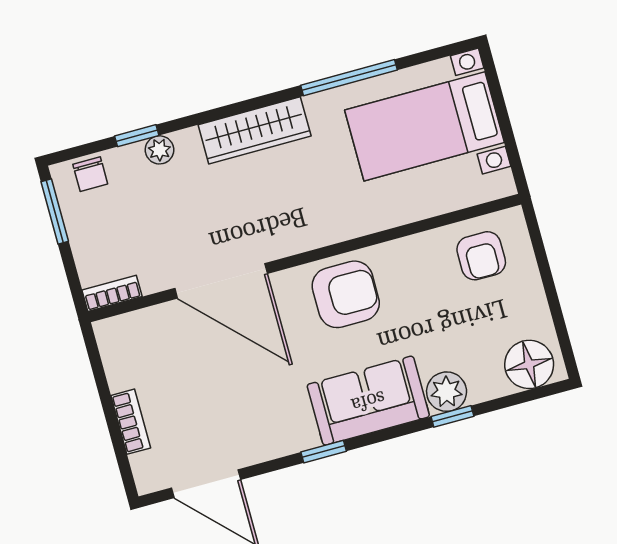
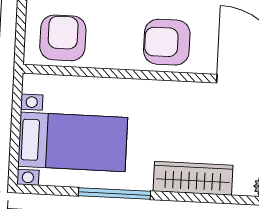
armchair: (481, 256) -> (63, 38), width x1.38, depth x1.38

